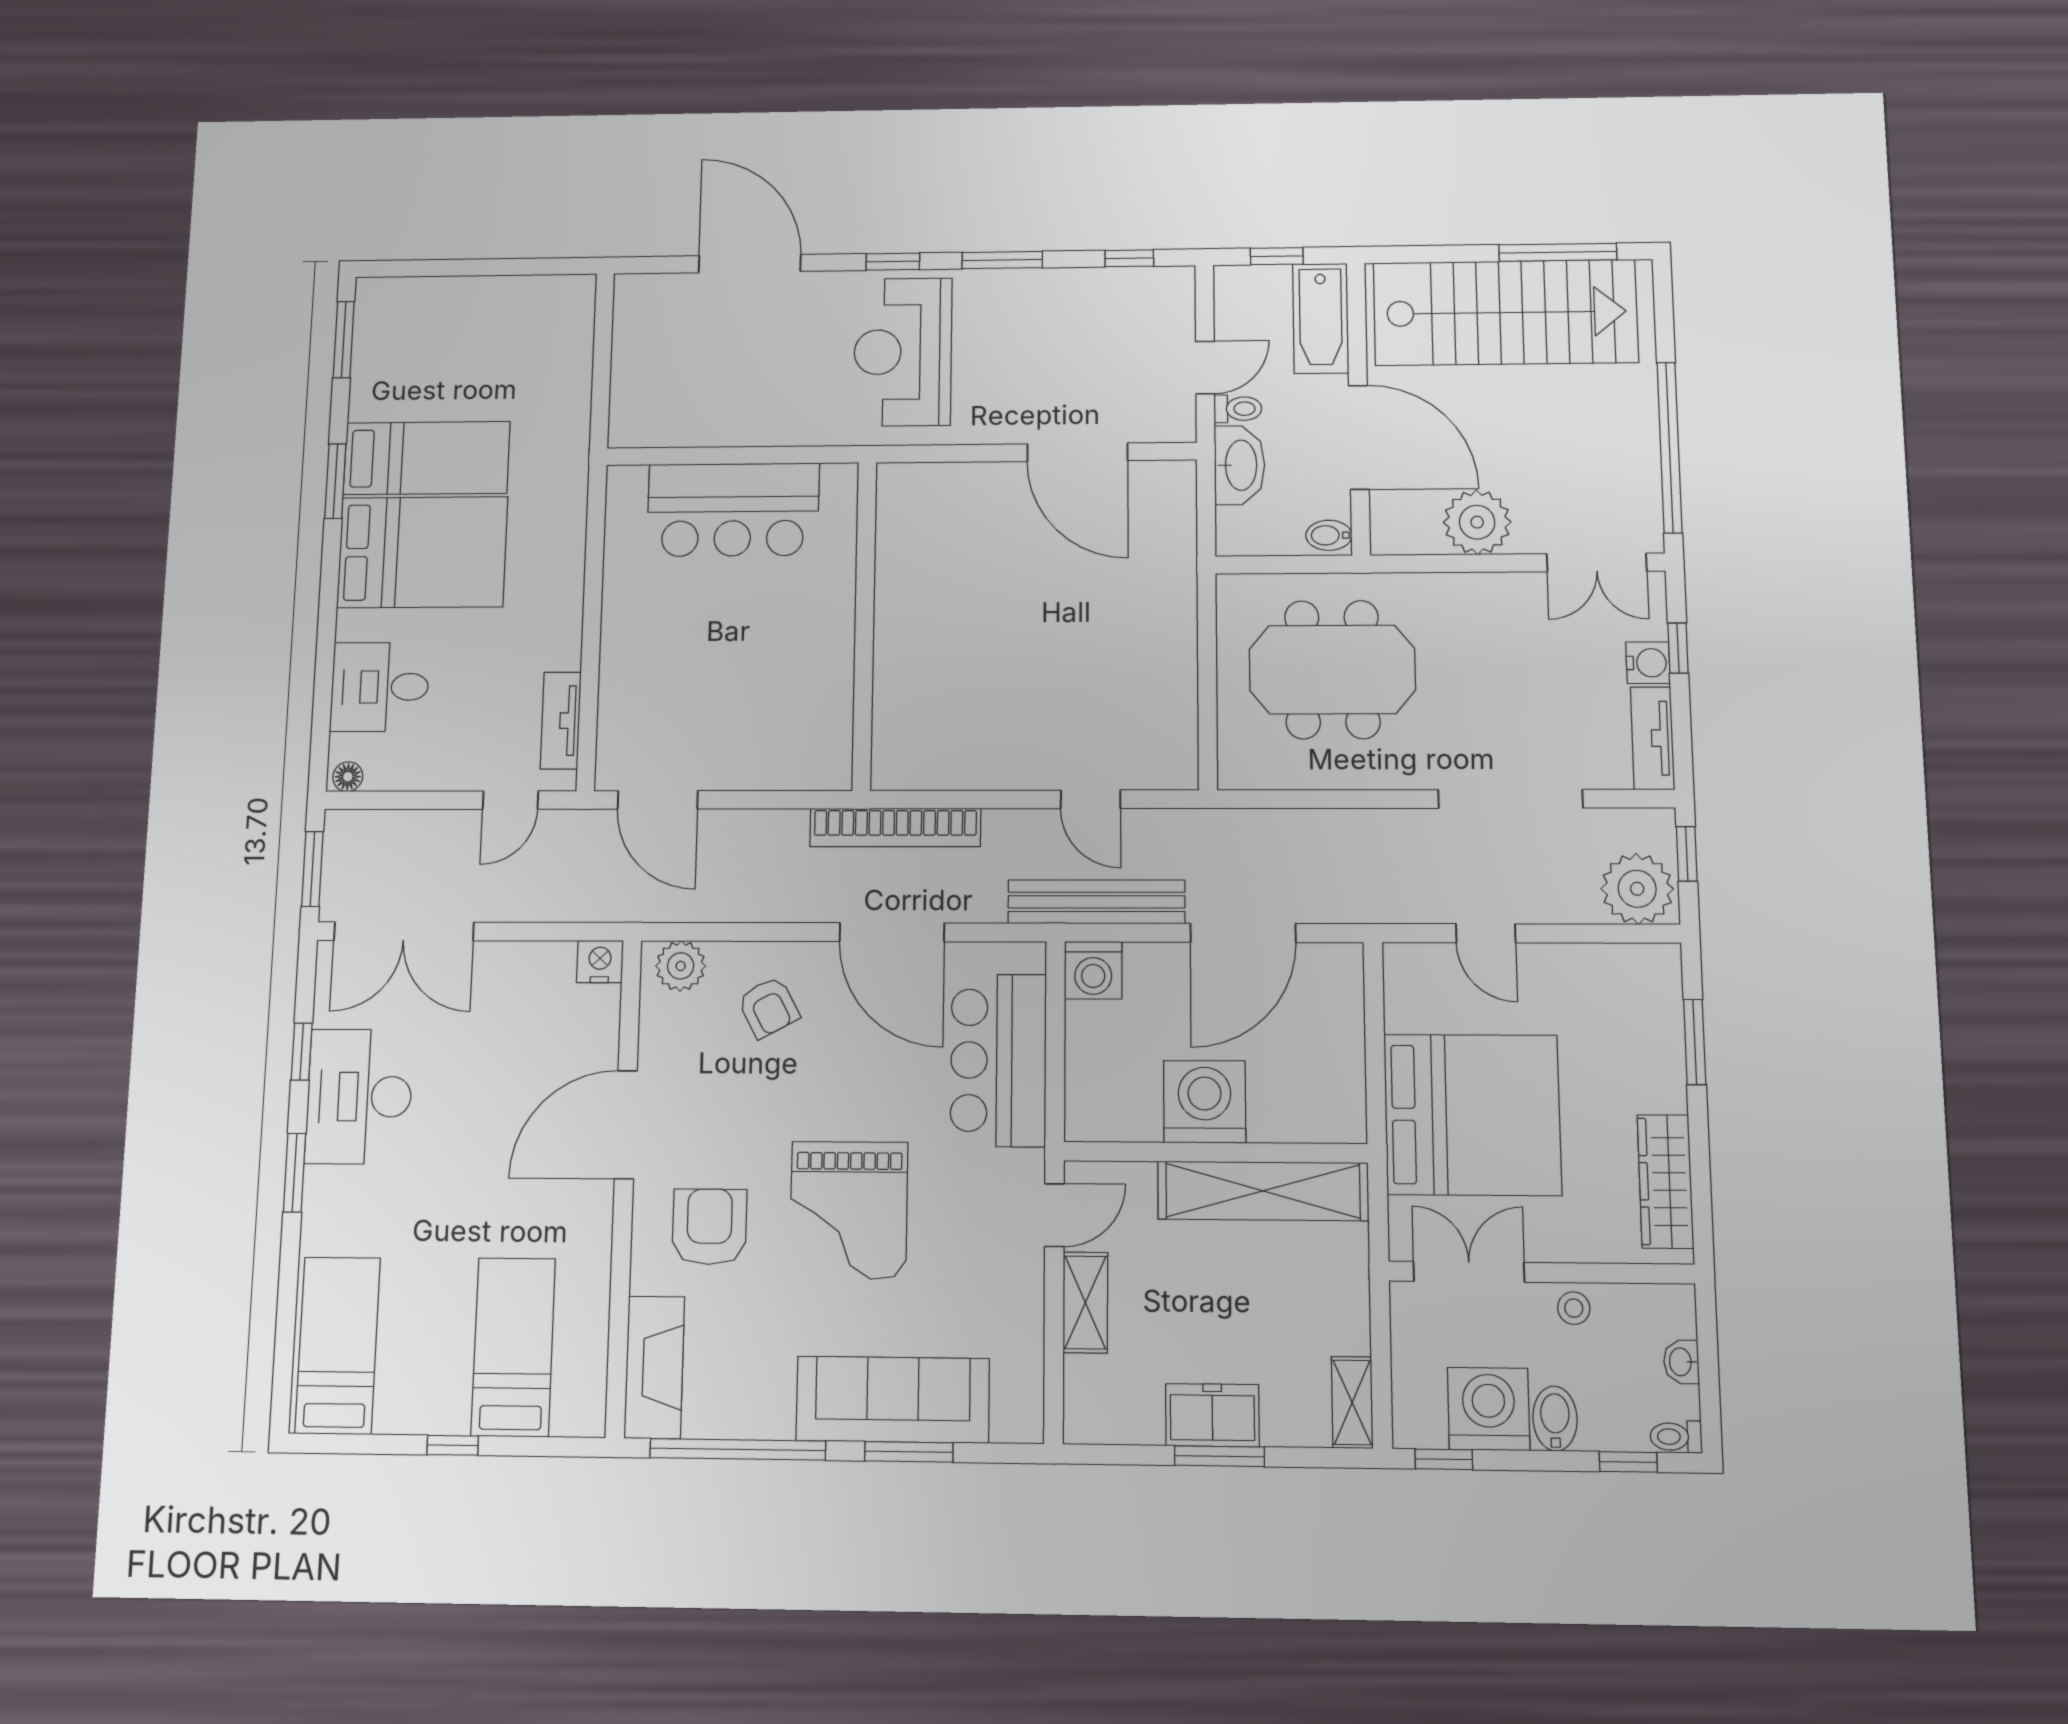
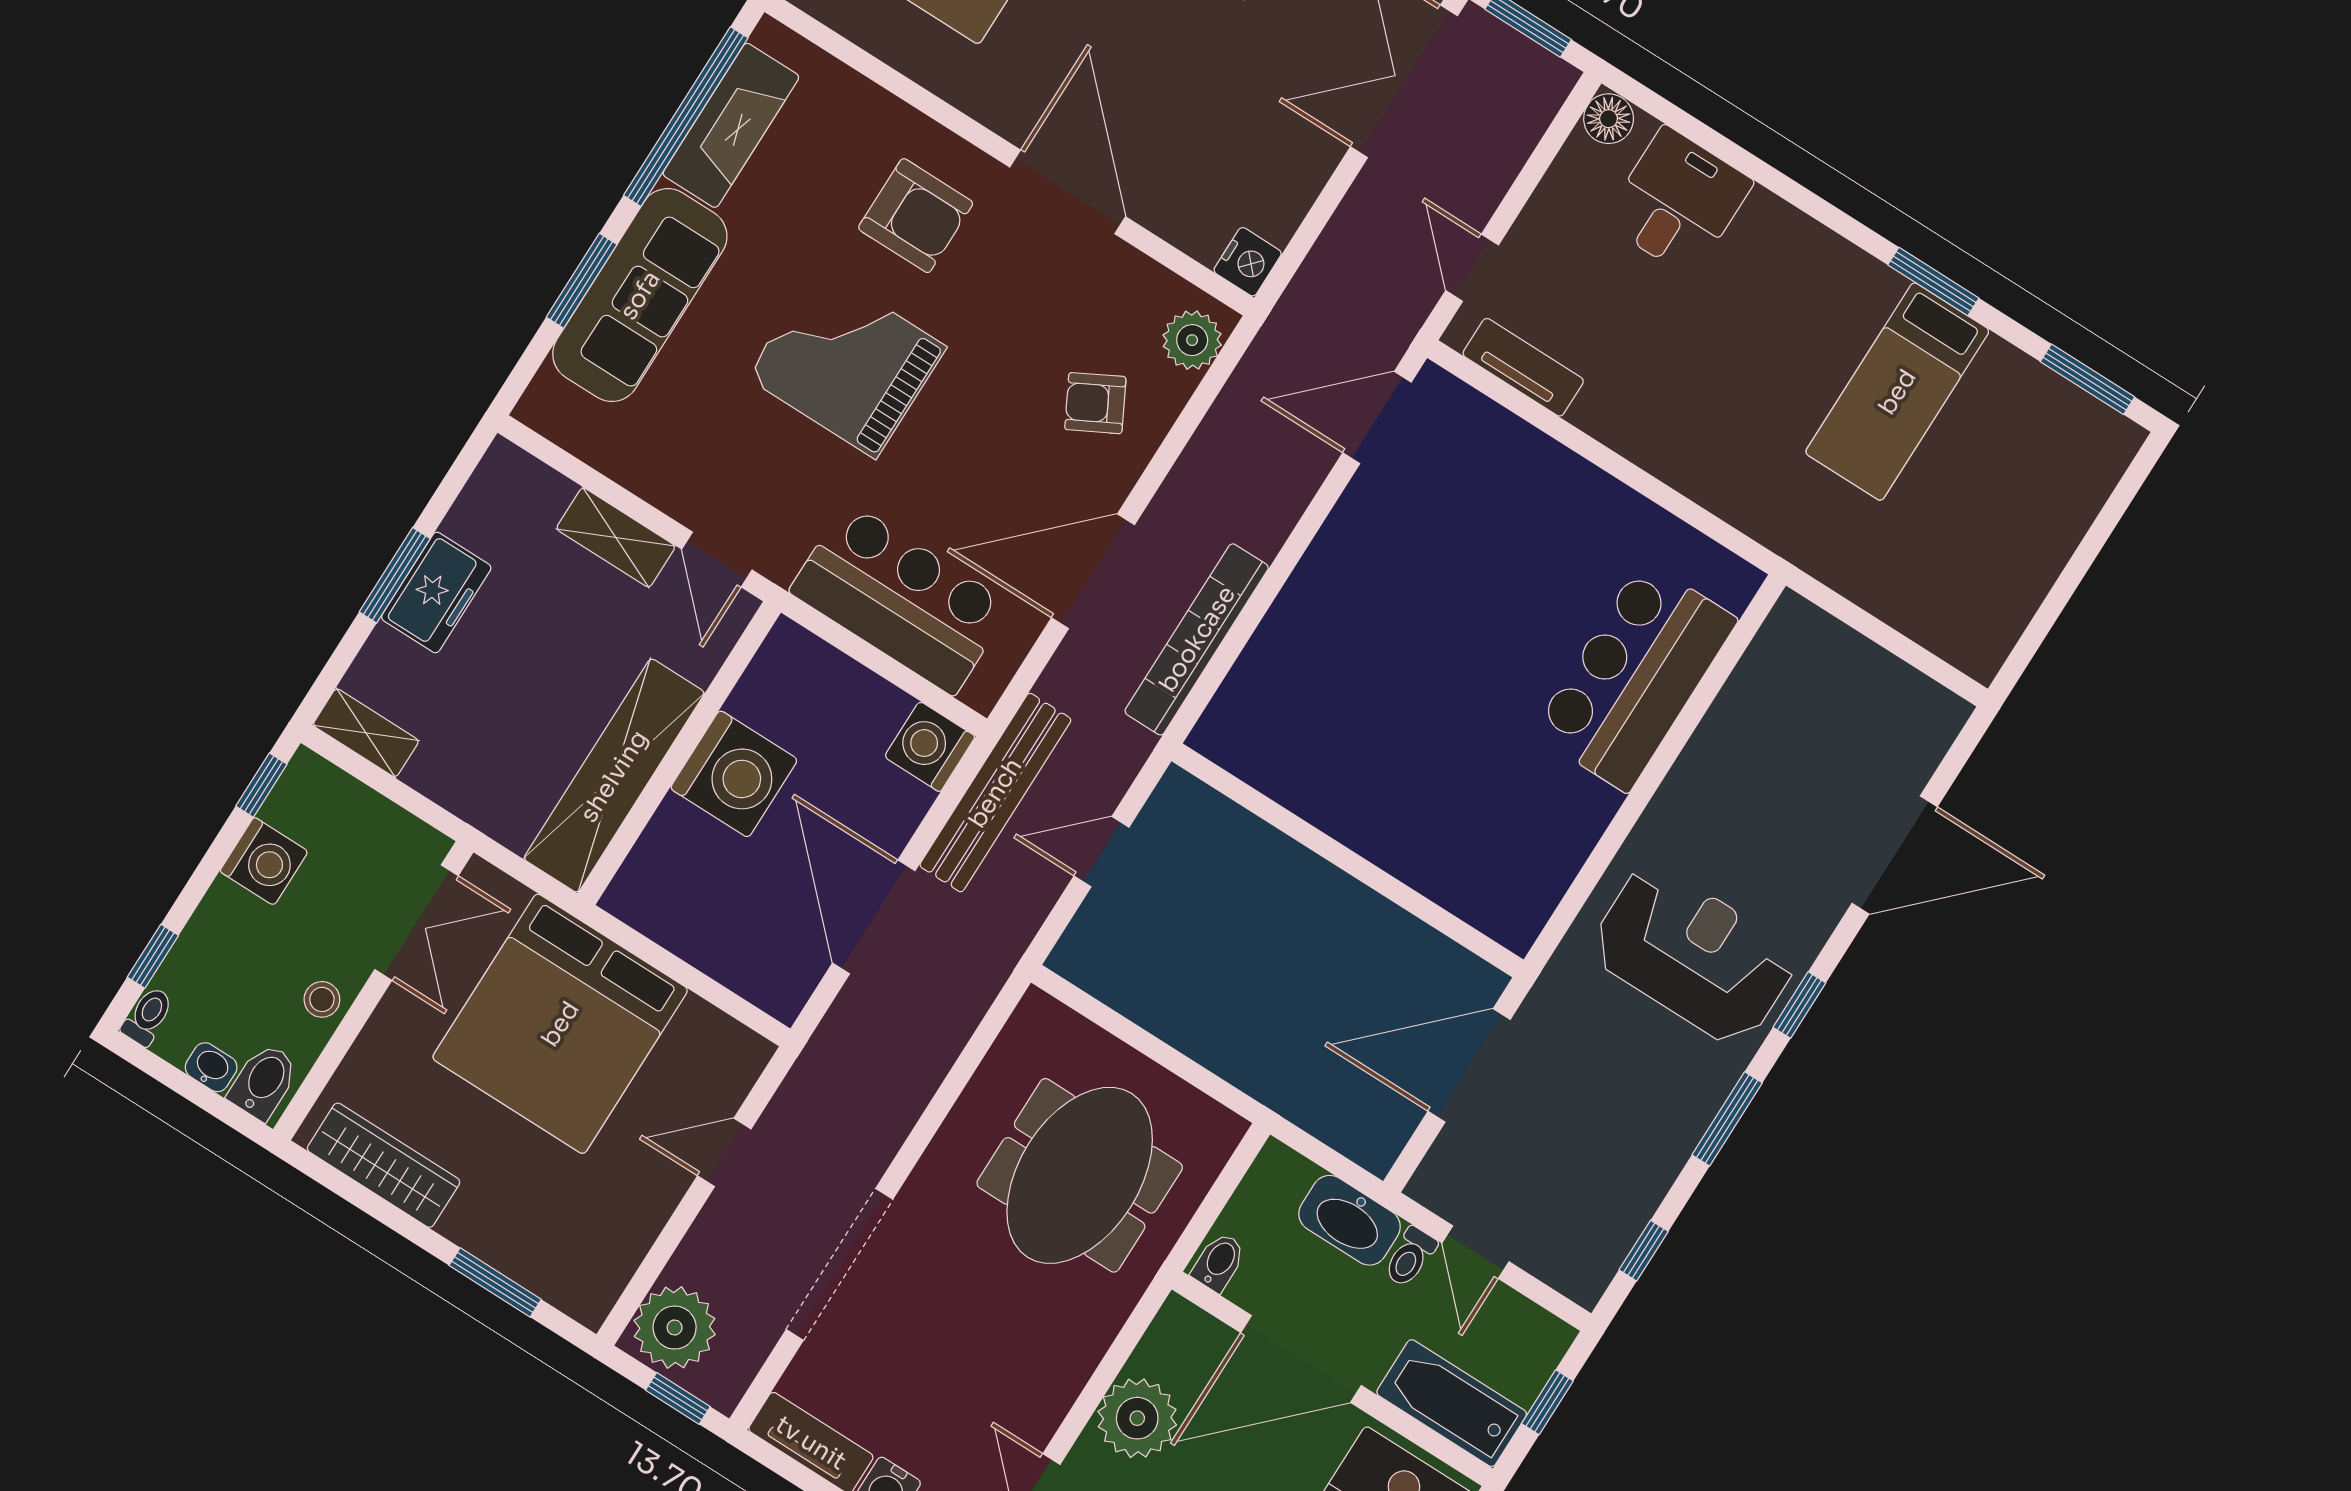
bed: (422, 552) -> (1796, 328), removed
wall: (864, 625) -> (1348, 860), moved
floor lamp: (348, 777) -> (1609, 119), width x1.37, depth x1.37
fireplace: (654, 1367) -> (731, 125), moved, turned -90
washing machine: (1489, 1409) -> (264, 861), width x0.73, depth x0.73
bidet: (1555, 1419) -> (264, 1082), moved, turned -90

